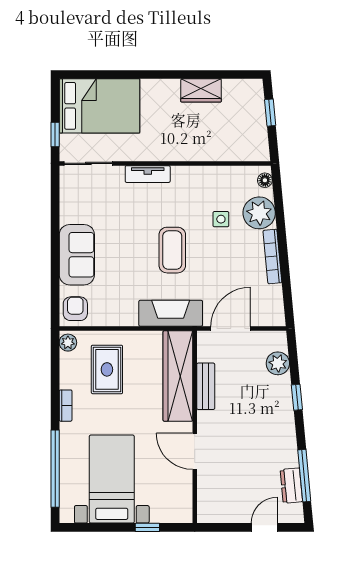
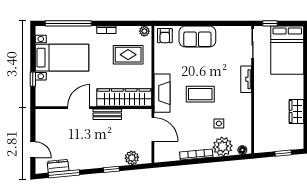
armchair: (75, 309) -> (165, 36), turned 90
bench: (206, 386) -> (107, 114), moved

